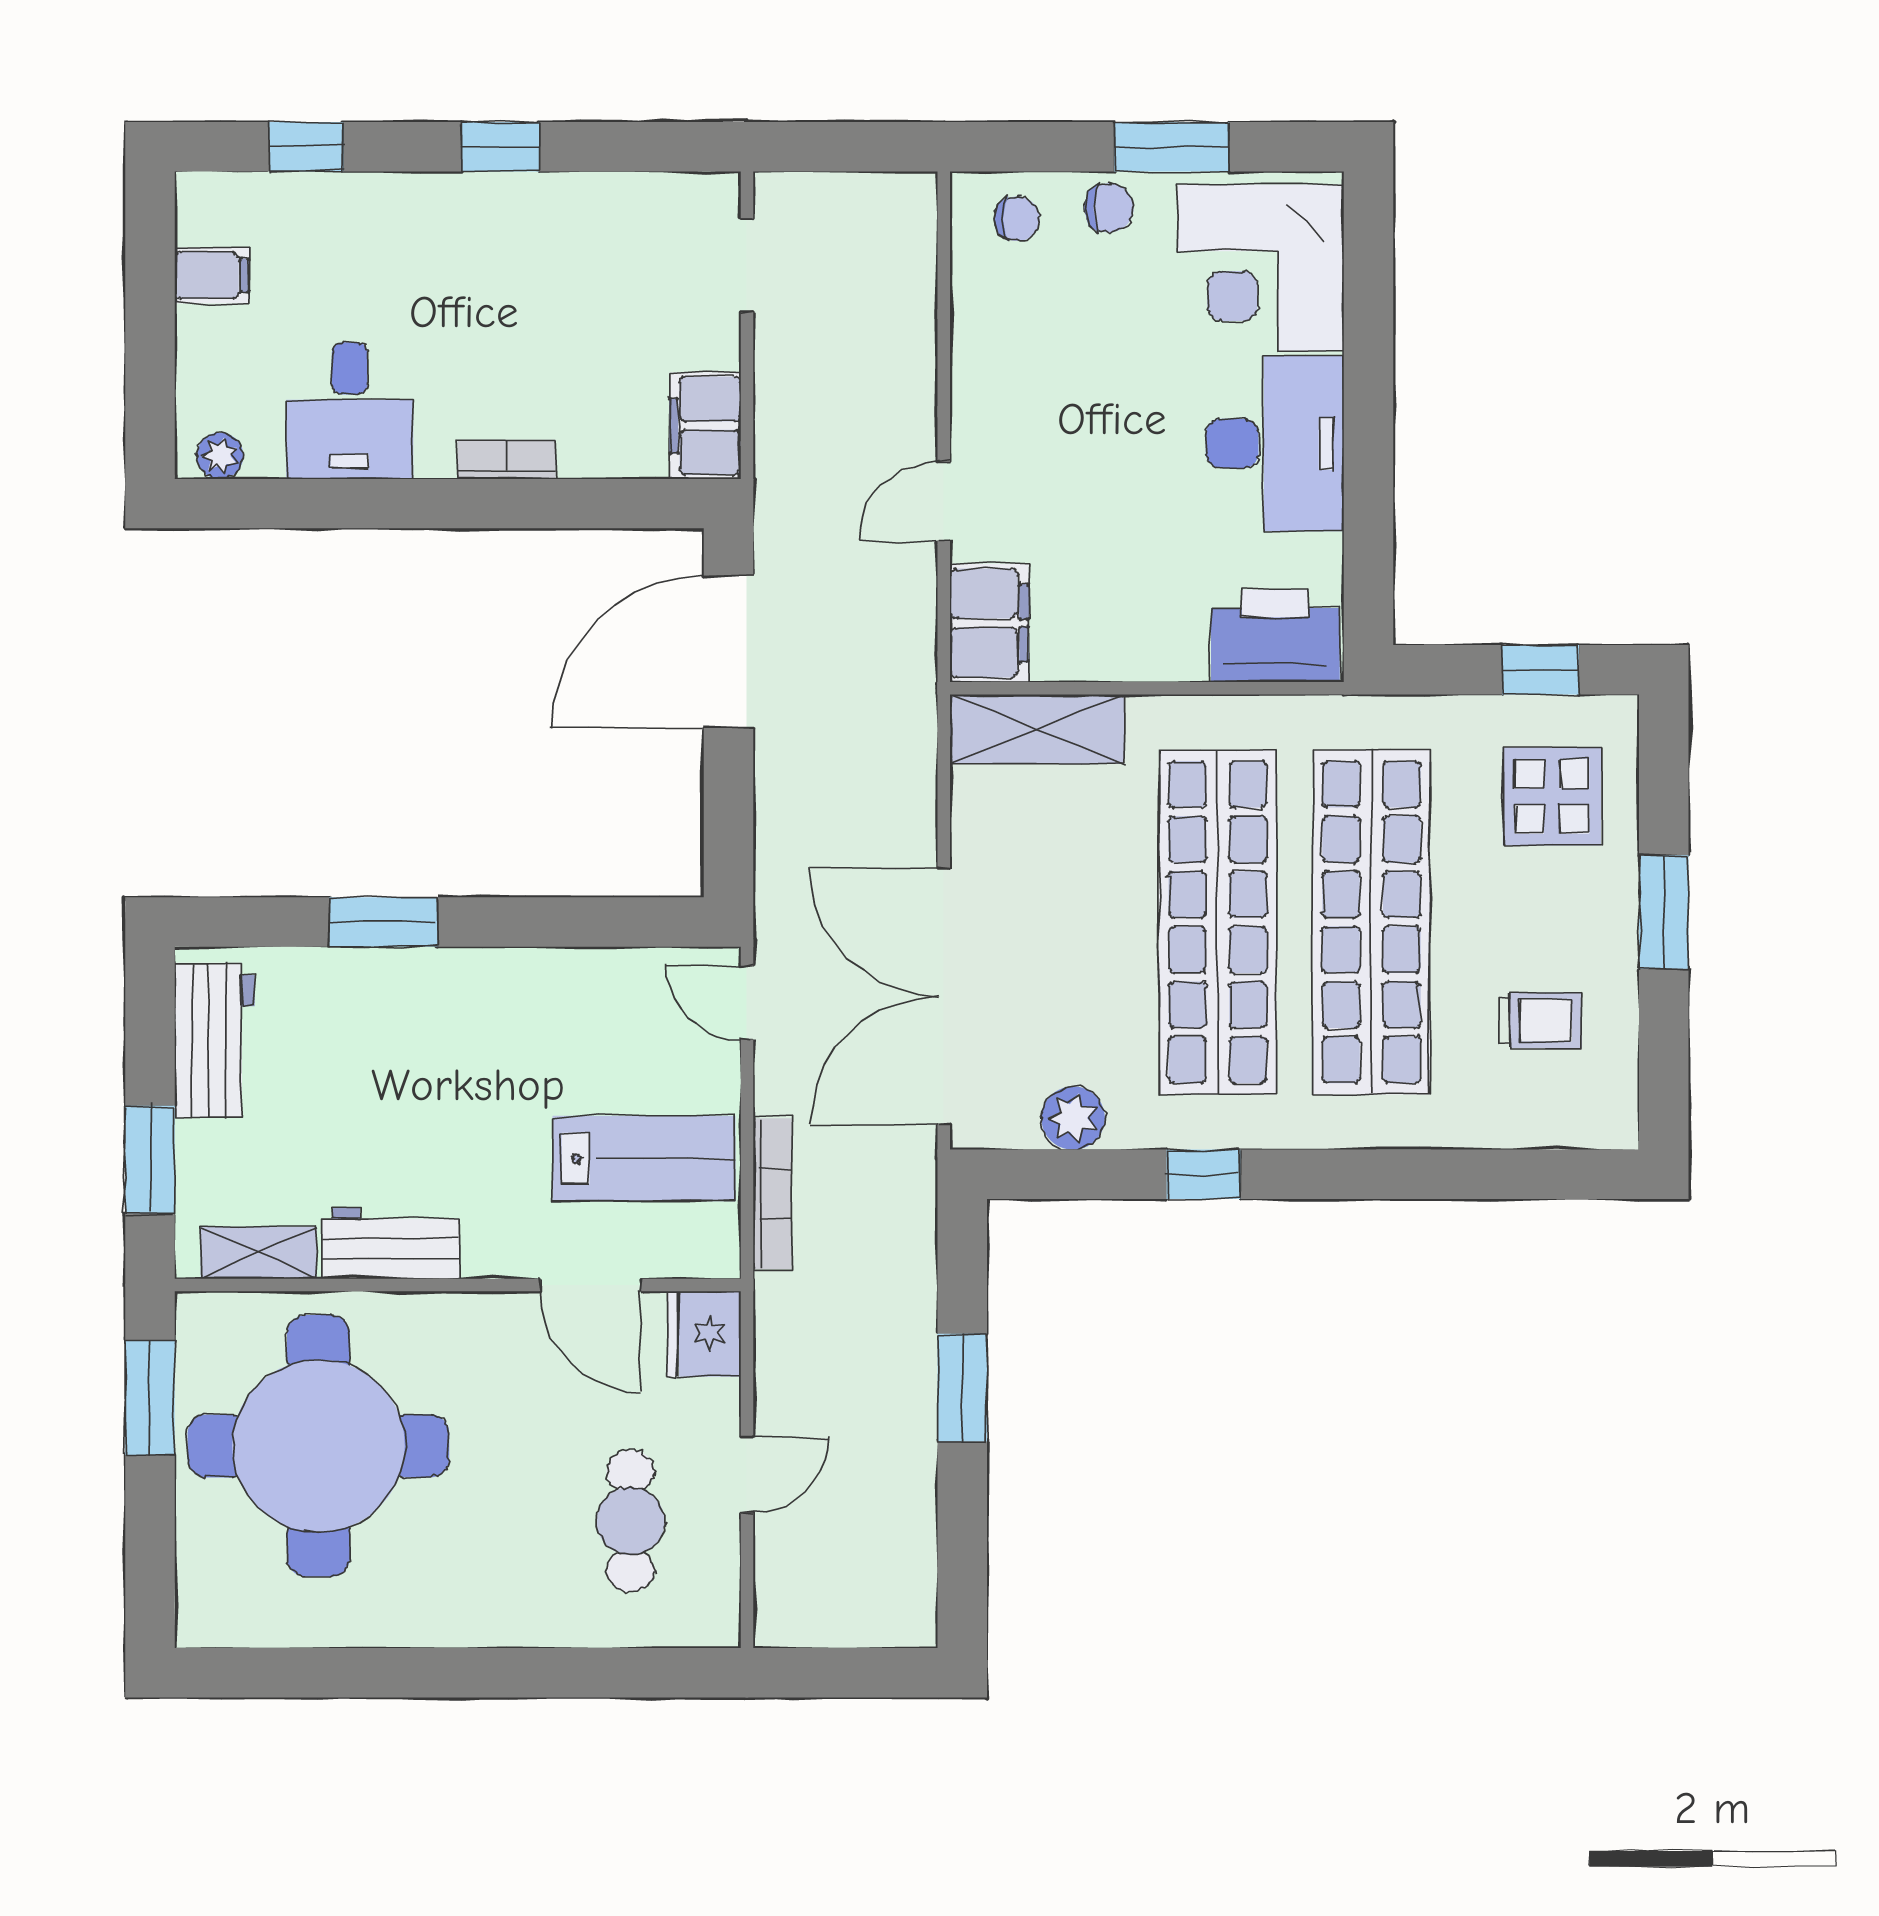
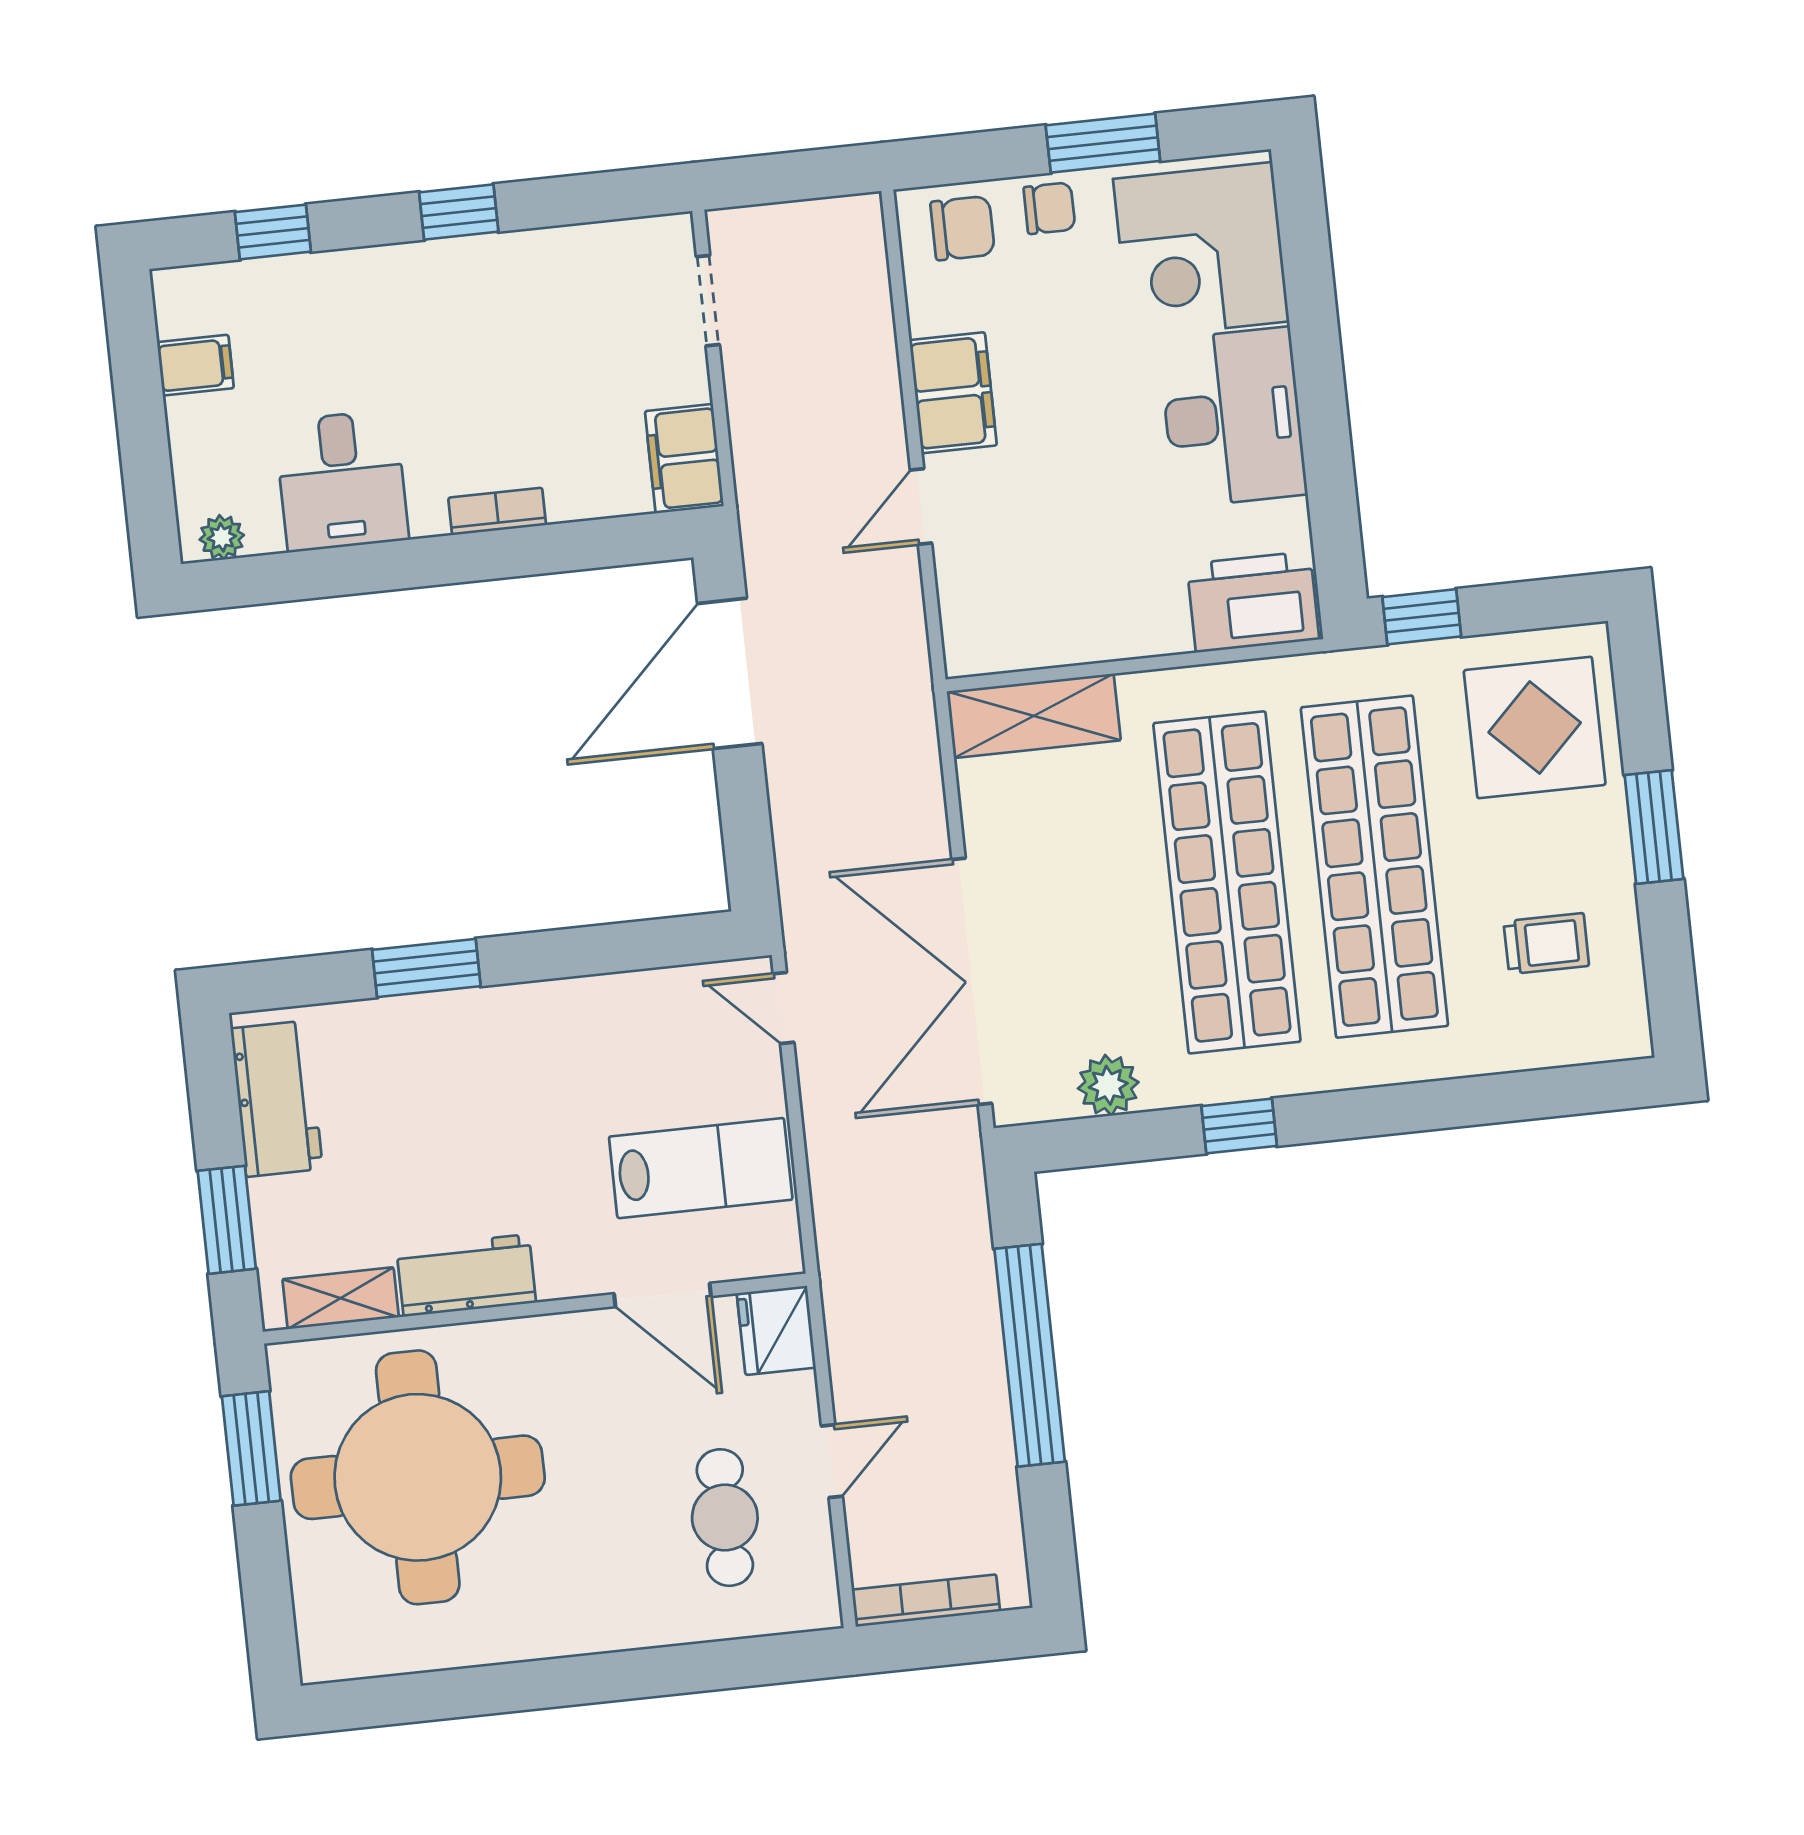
chair: (1017, 219) -> (963, 228), width x1.37, depth x1.37
filing cabinet: (989, 623) -> (953, 393), moved
window: (1540, 670) -> (1422, 617), moved
display table: (1552, 796) -> (1535, 728), width x1.36, depth x1.36
bookcase: (772, 1194) -> (926, 1601), moved, turned -90
window: (962, 1388) -> (1030, 1355), width x2.11

